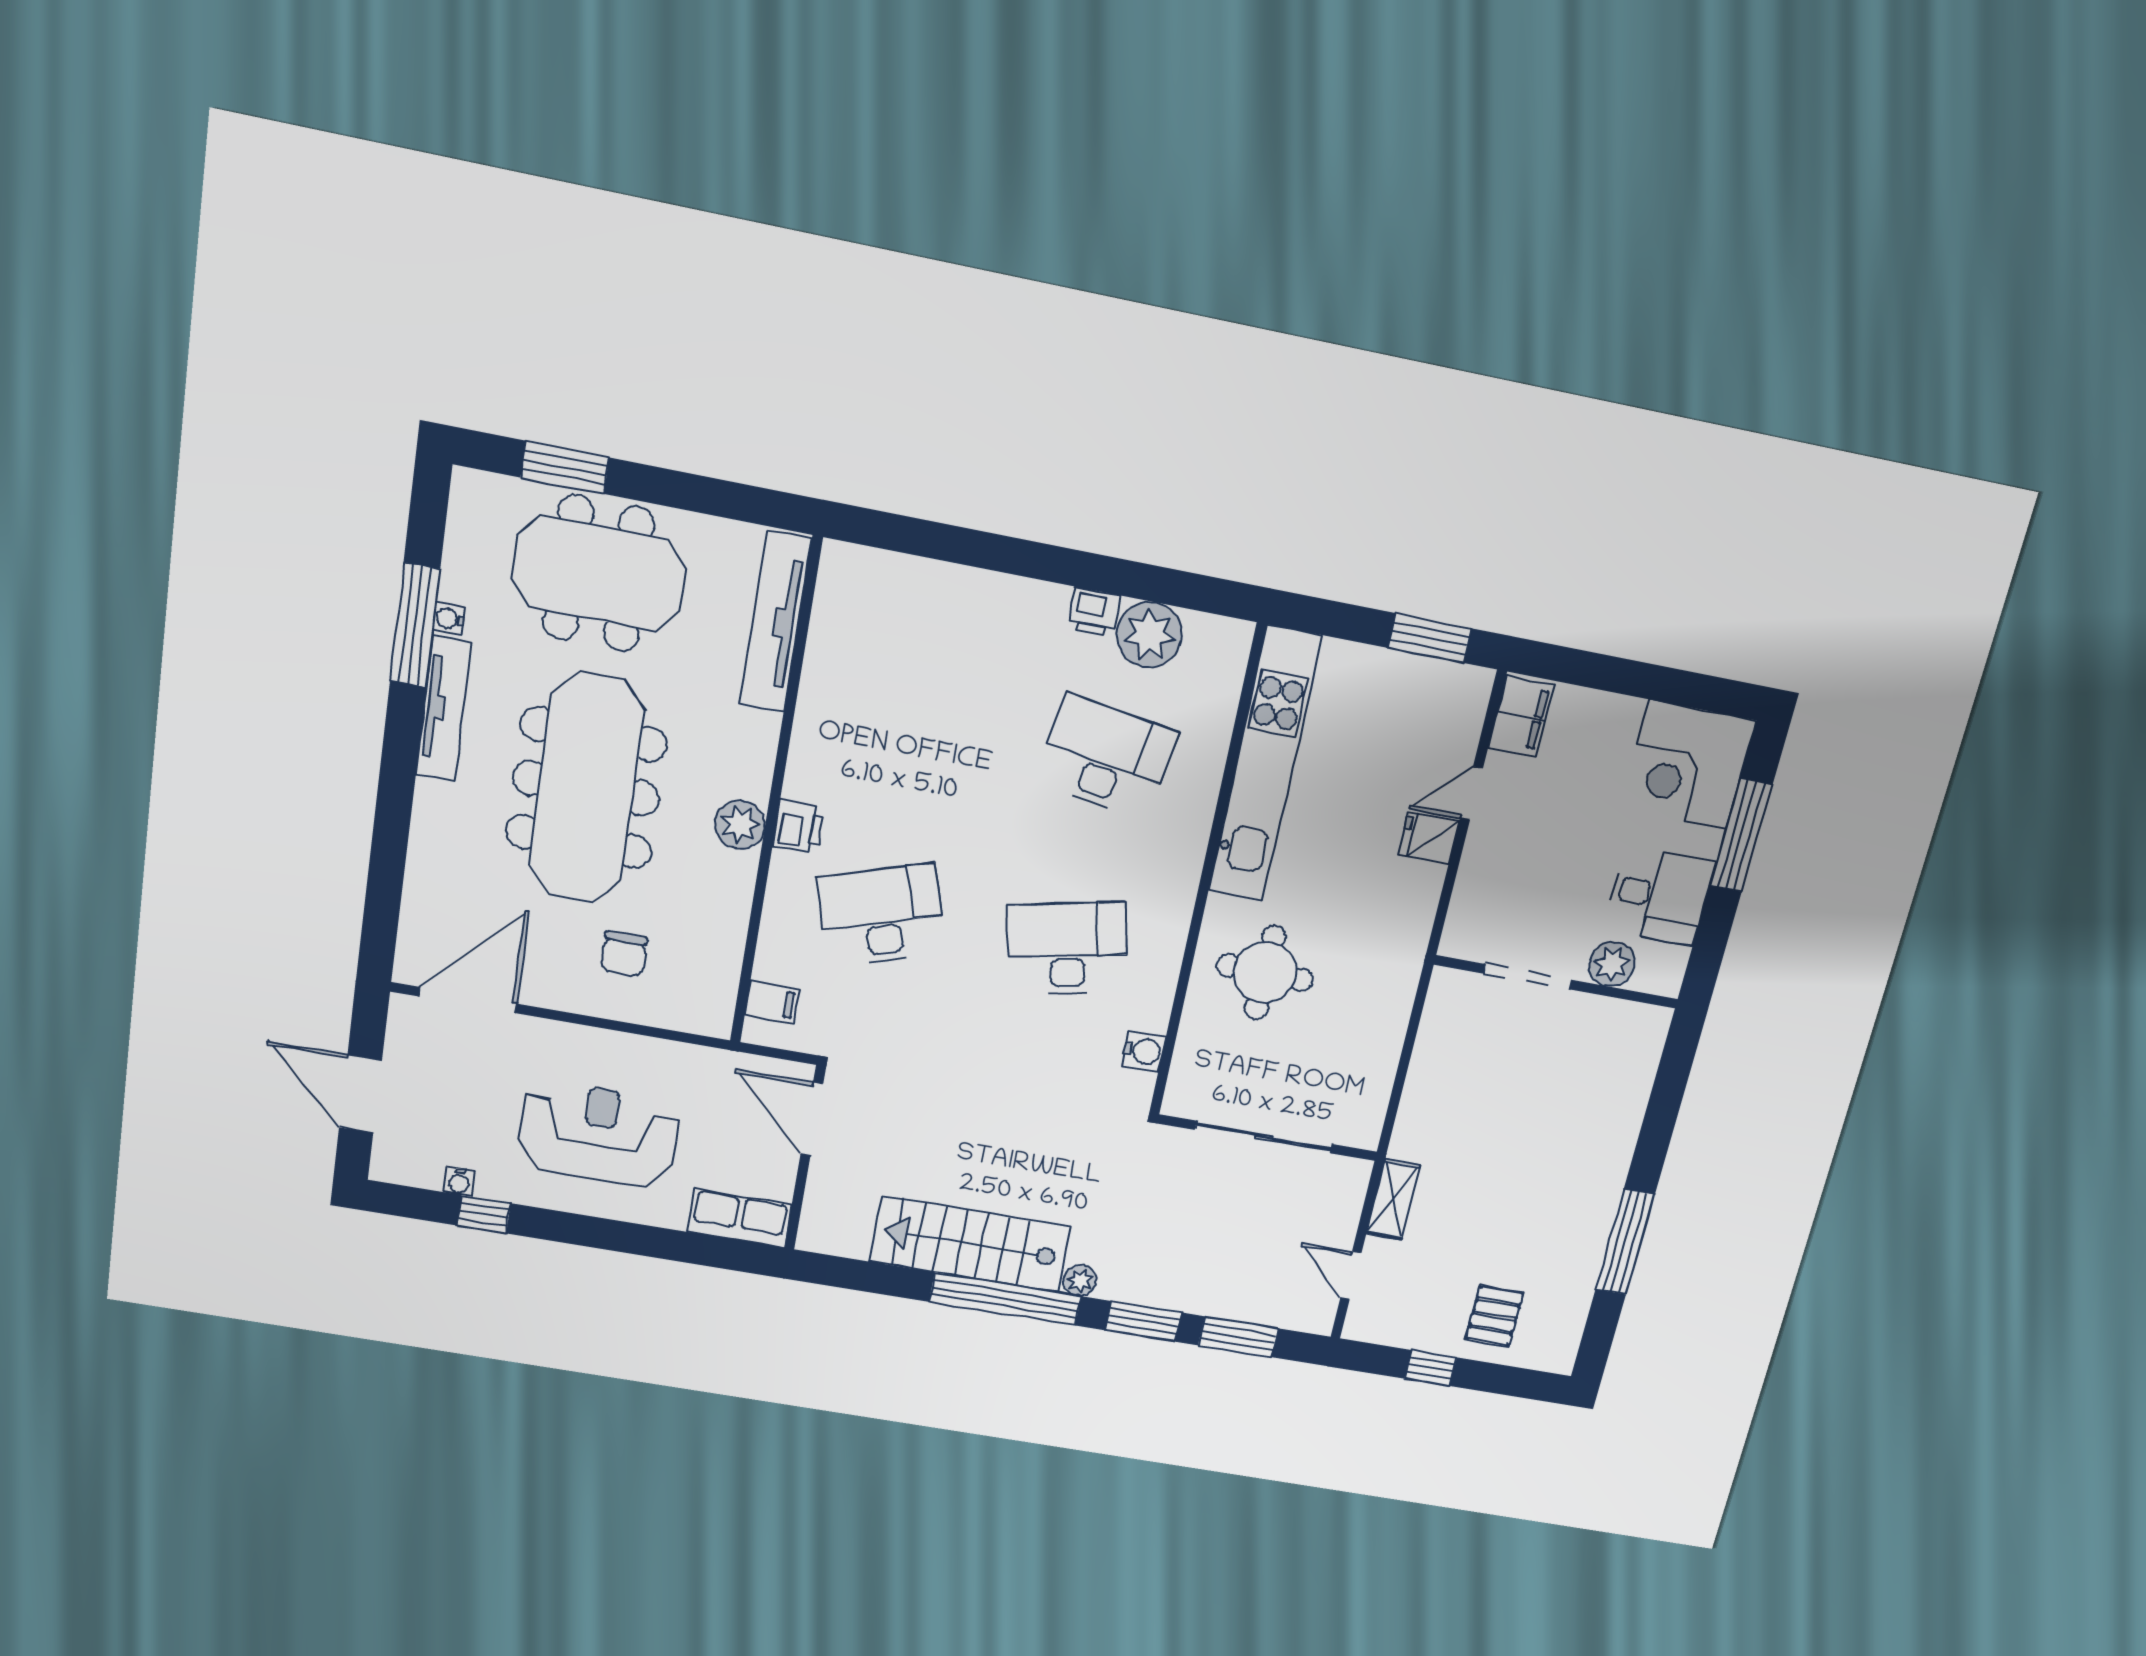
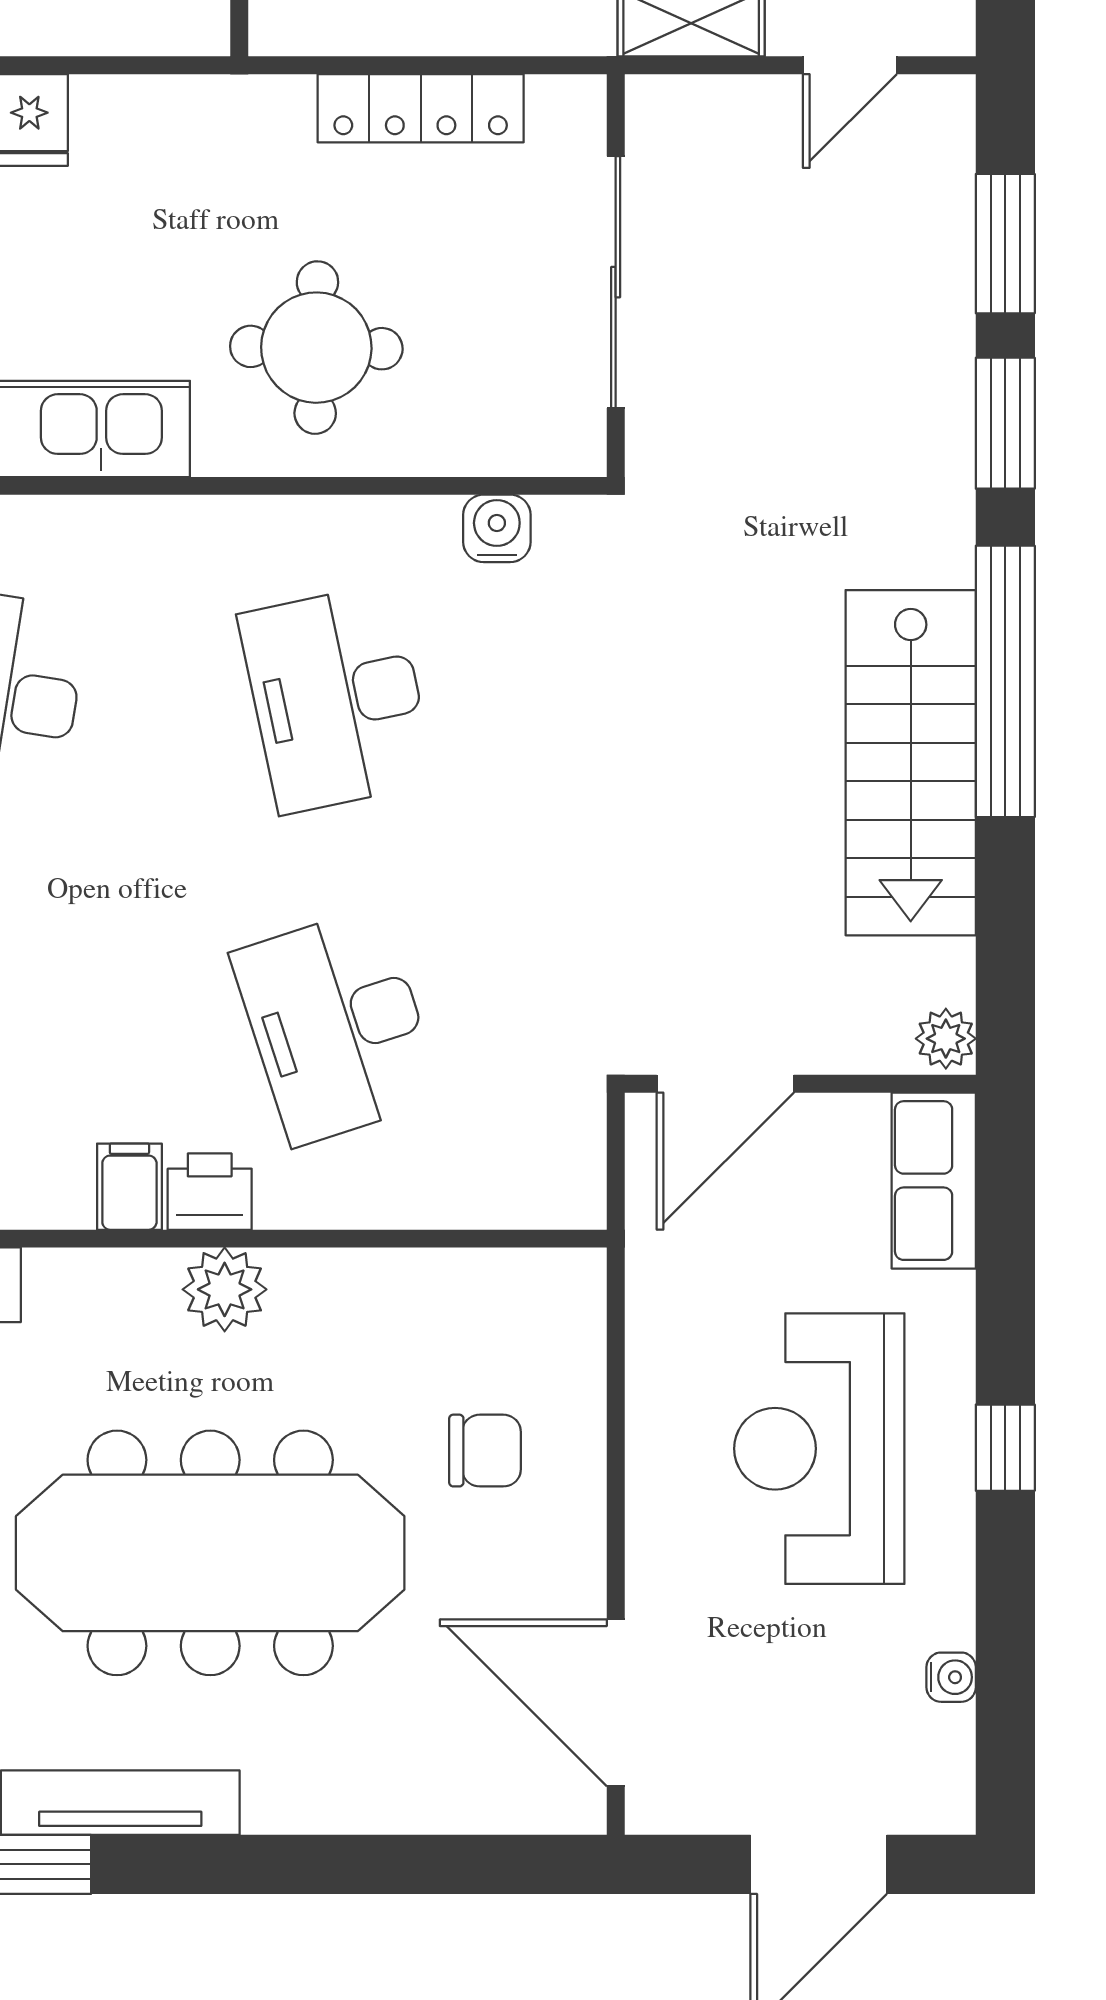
filing cabinet: (772, 1002) -> (129, 1187), moved
locker: (1383, 1052) -> (421, 108), added
window: (484, 1214) -> (1005, 1448), moved
plant: (1080, 1280) -> (946, 1039), moved

